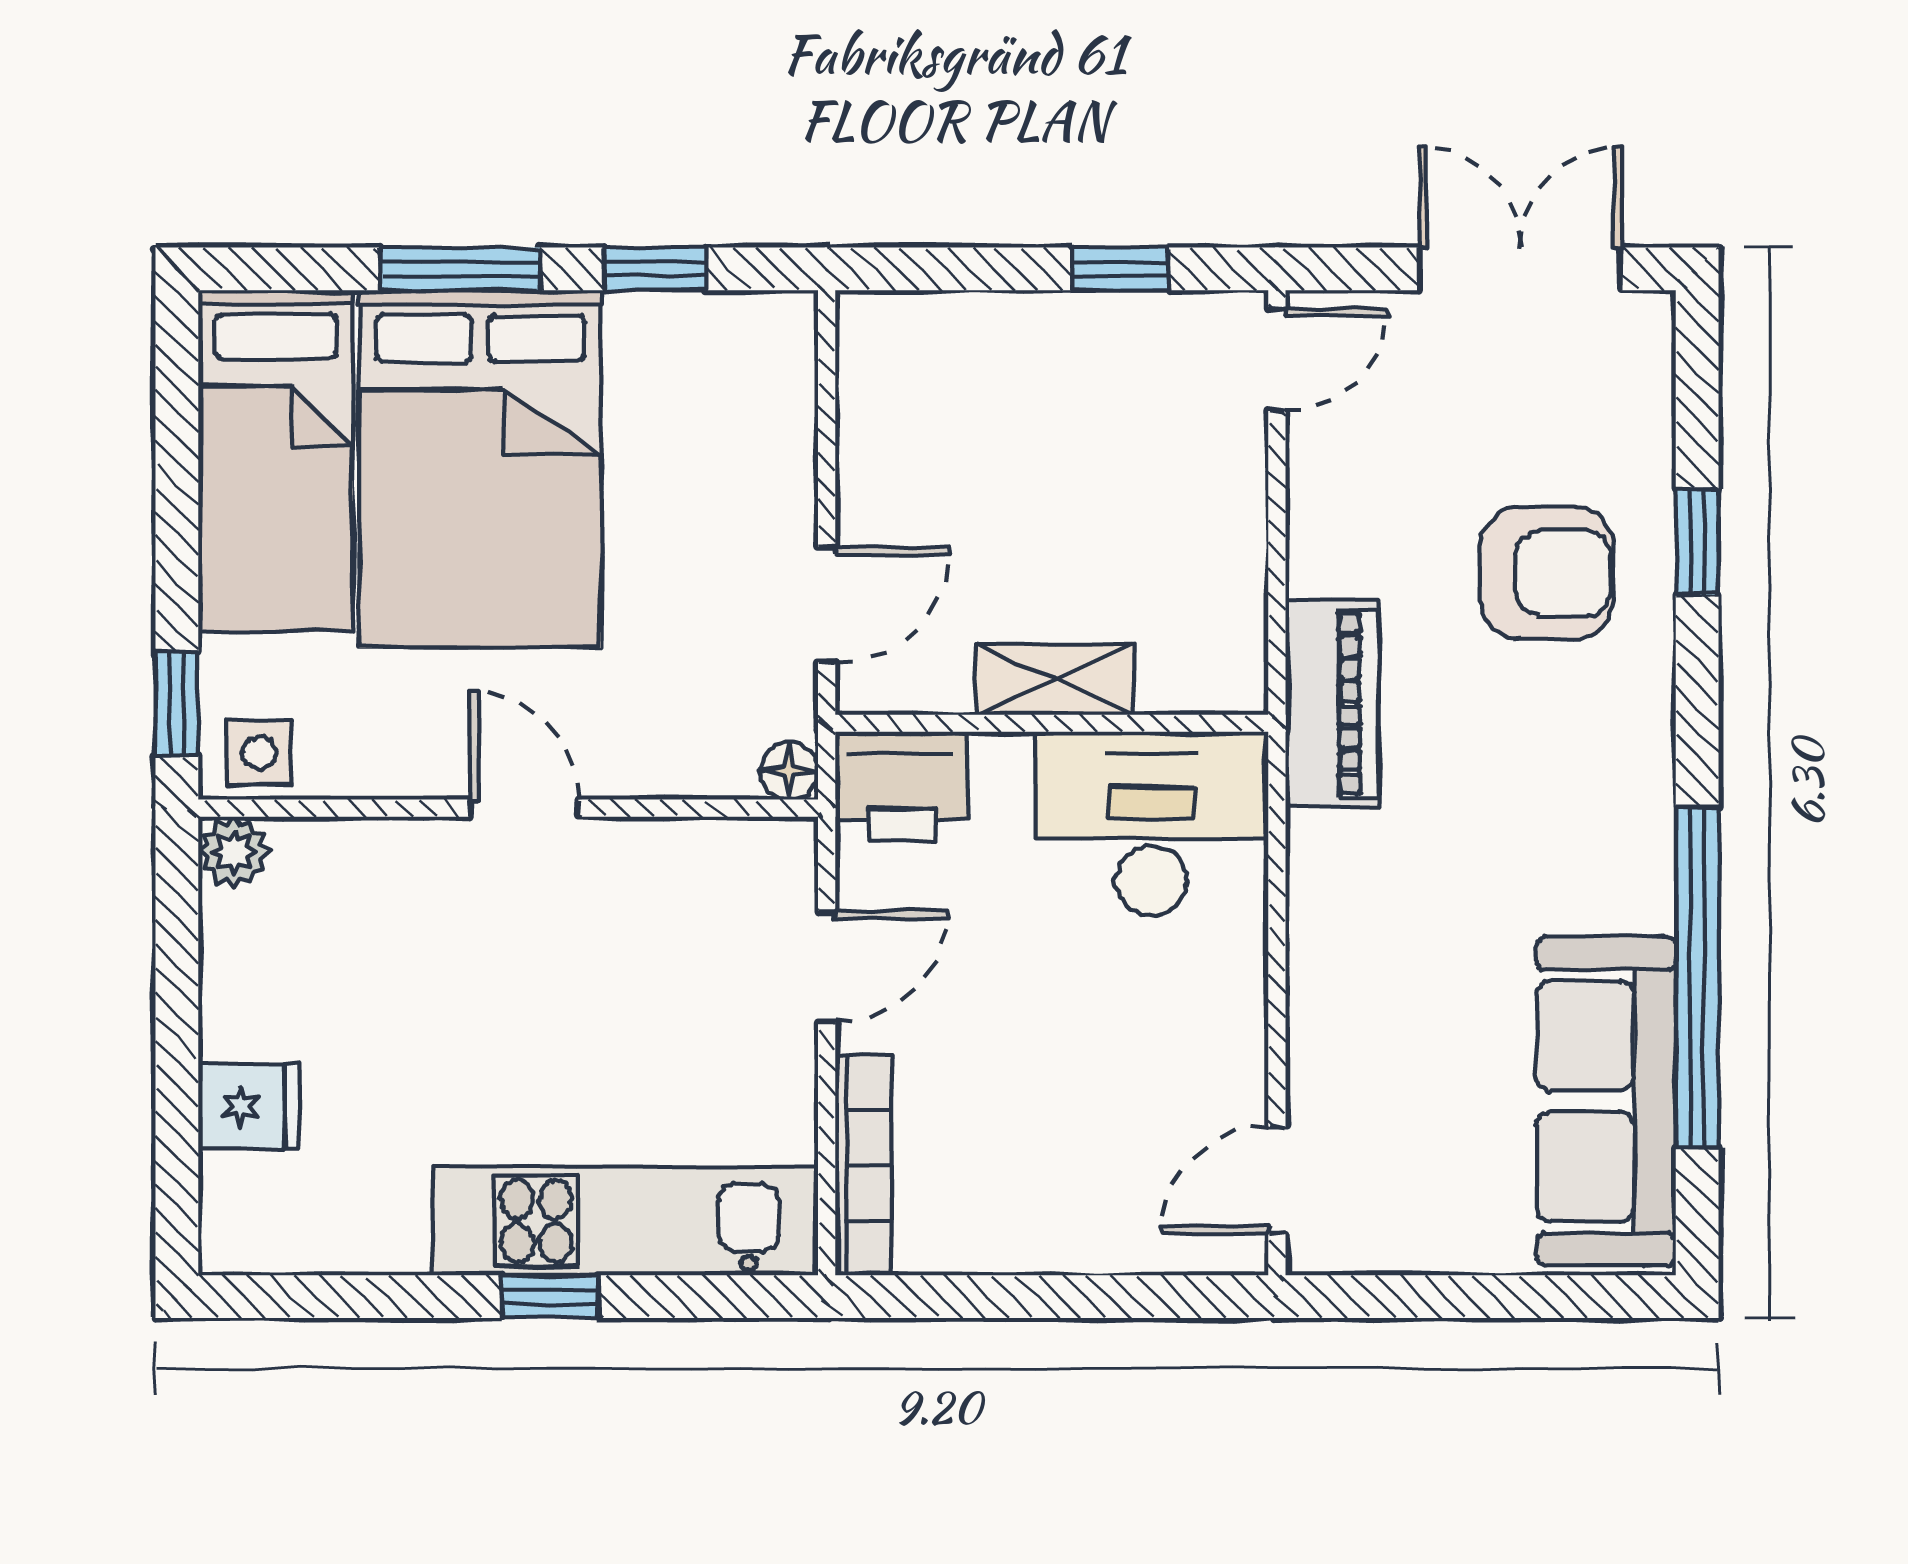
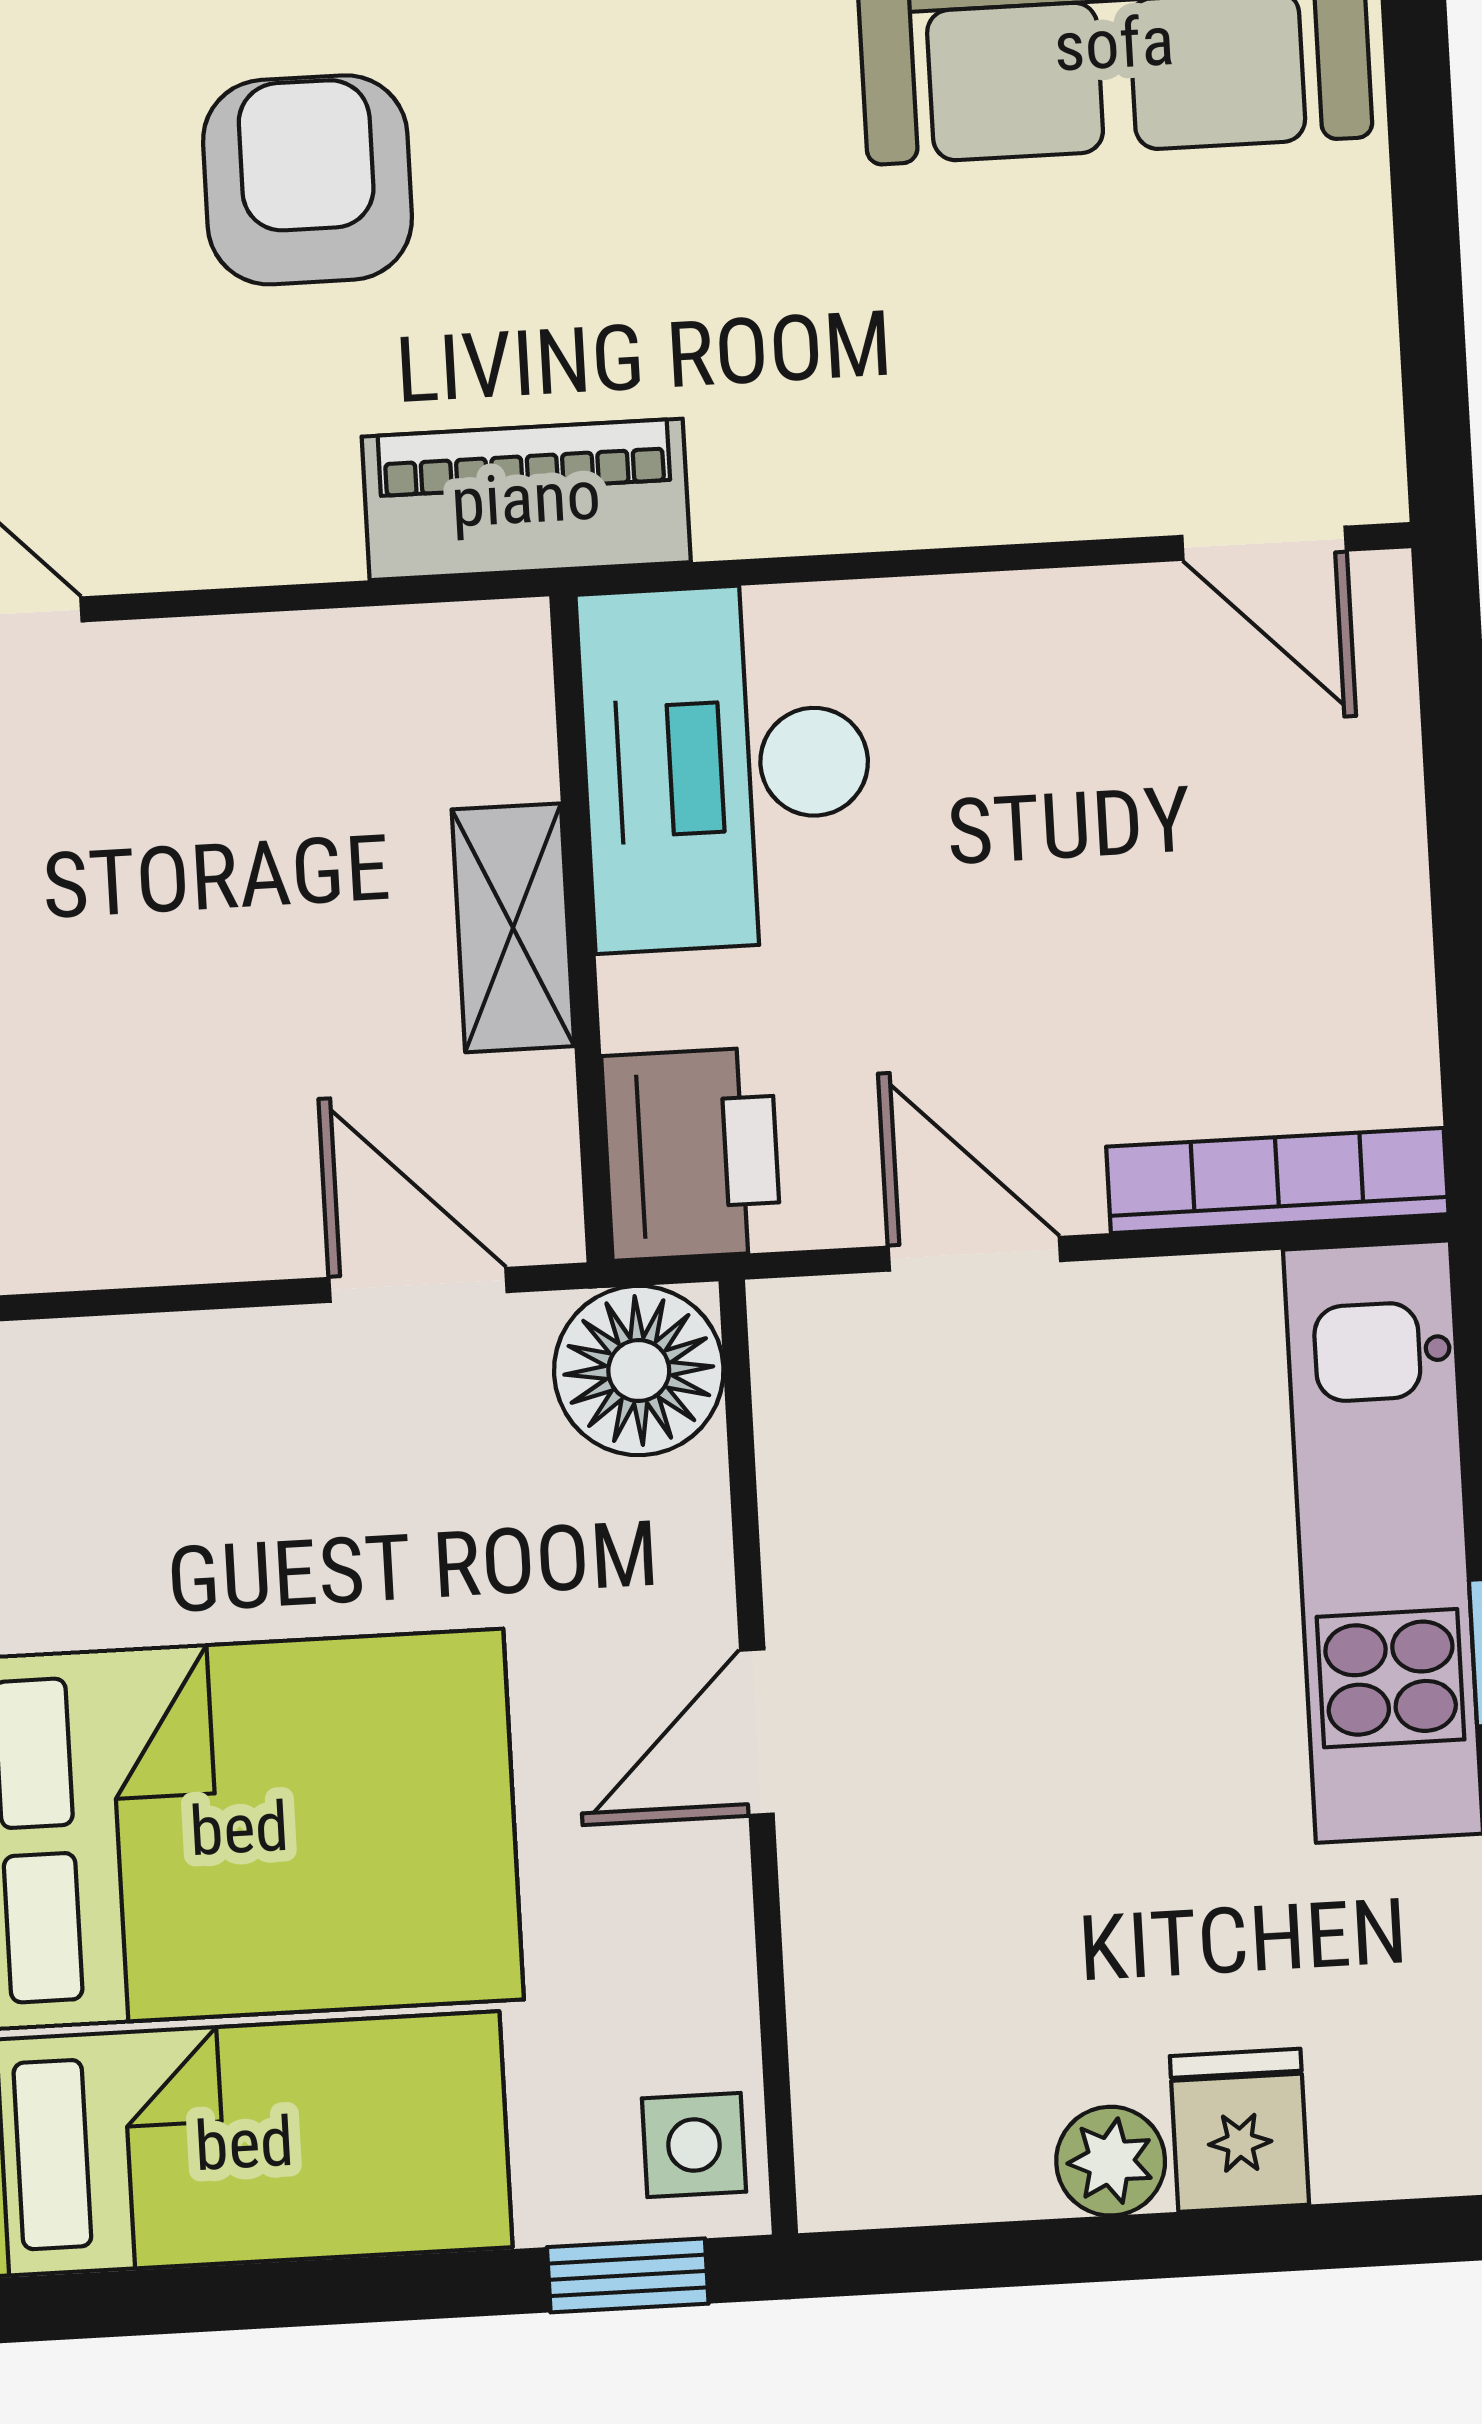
floor lamp: (789, 771) -> (639, 1371), width x1.89, depth x1.89
plant: (233, 852) -> (1111, 2161), moved

